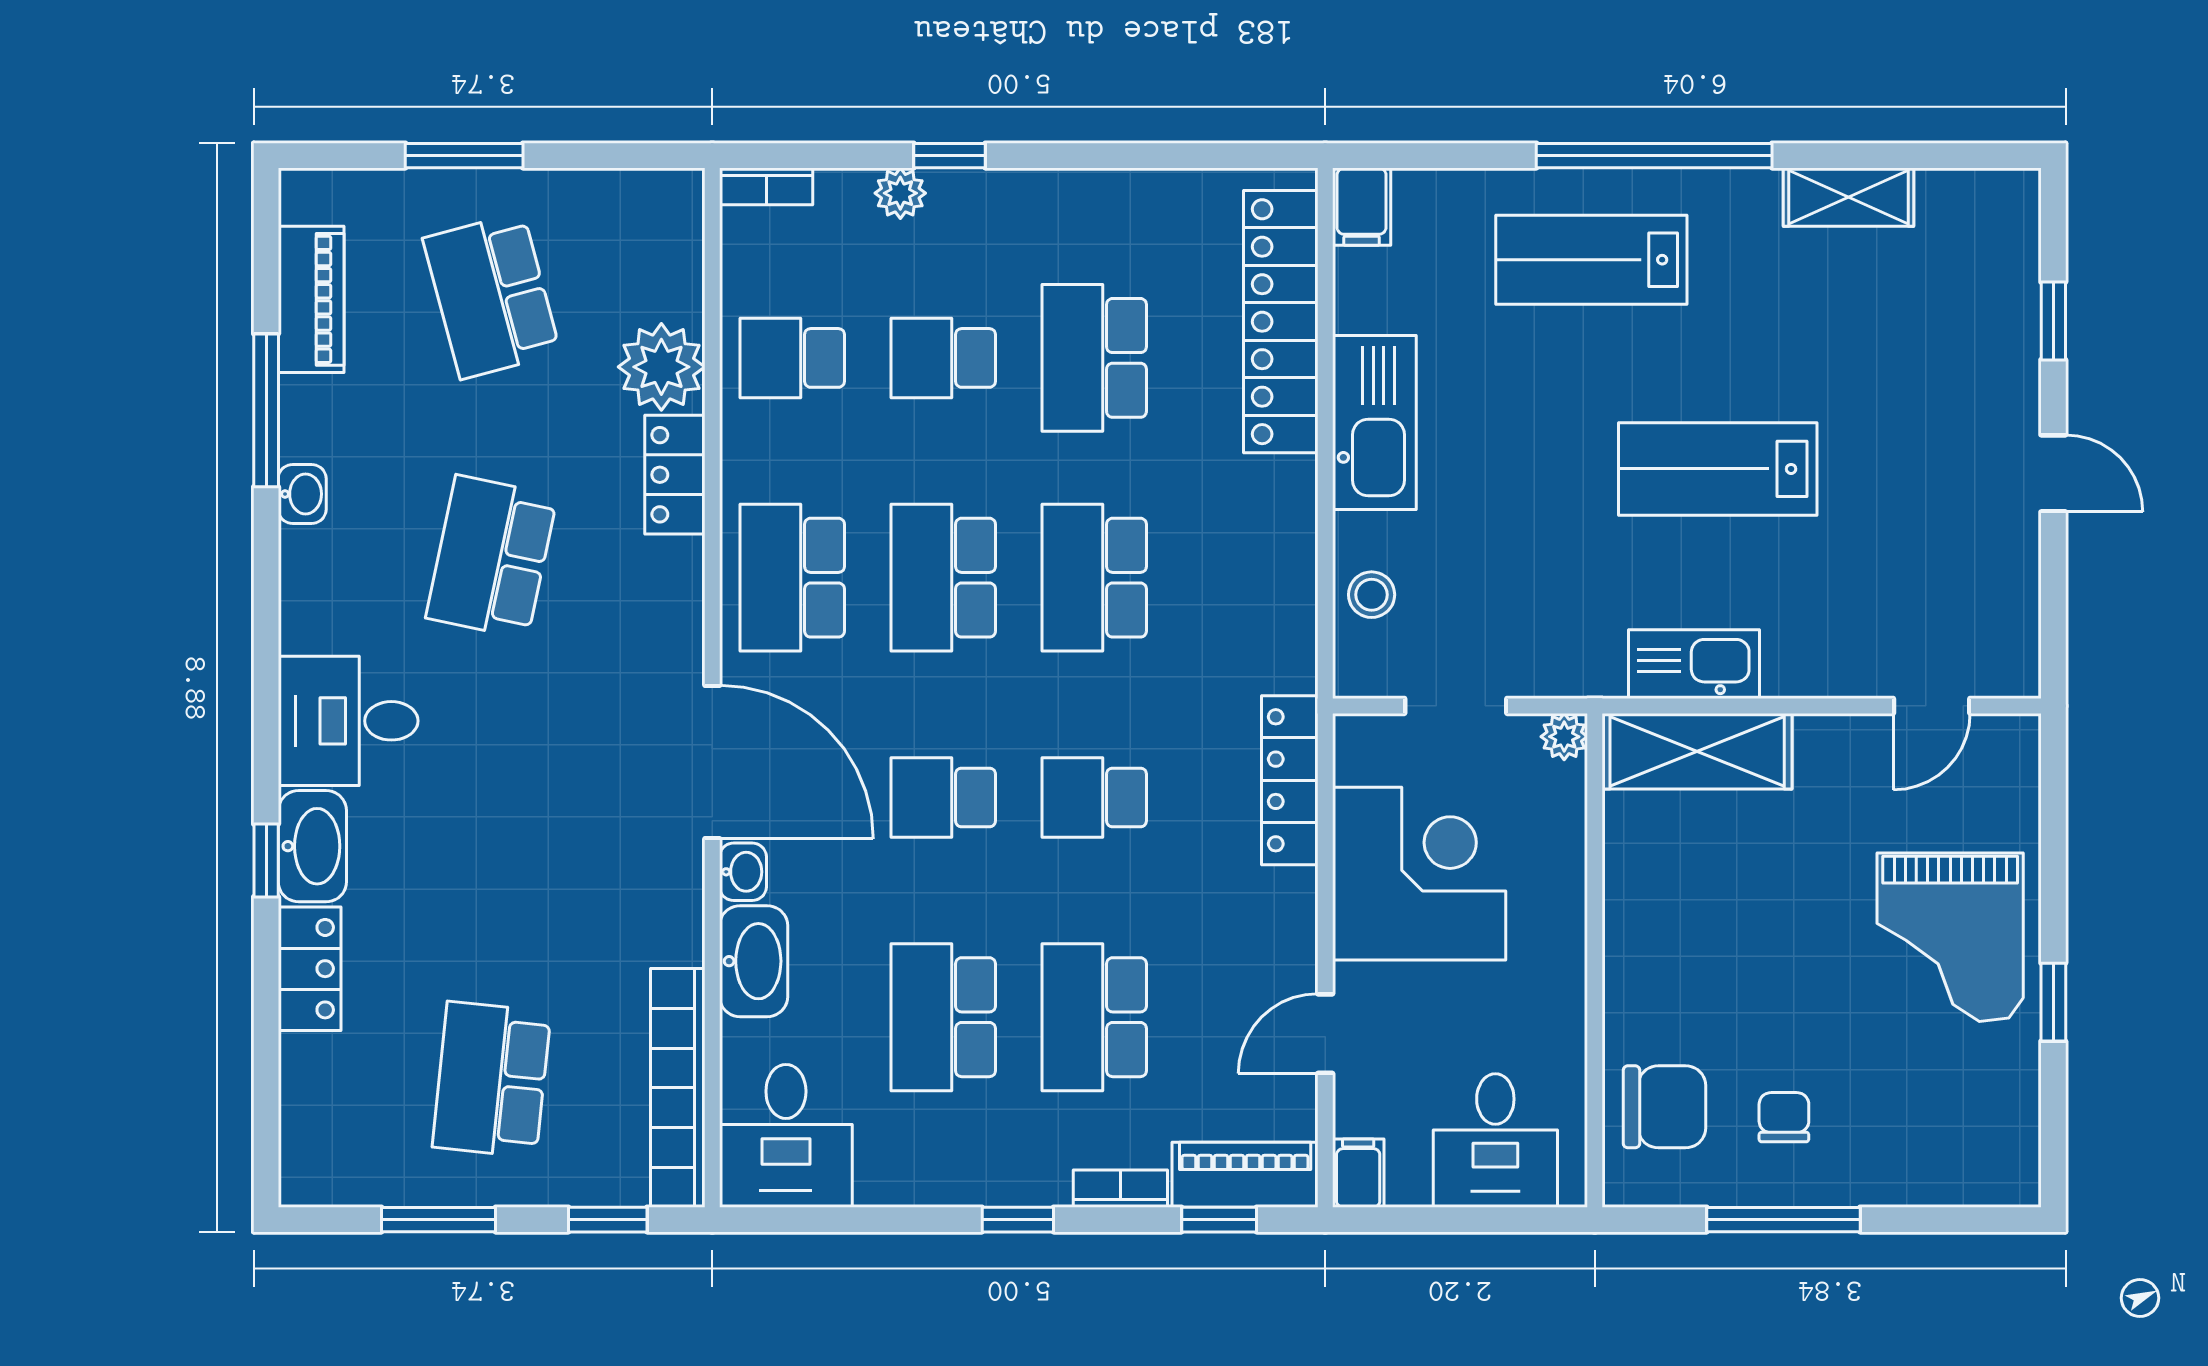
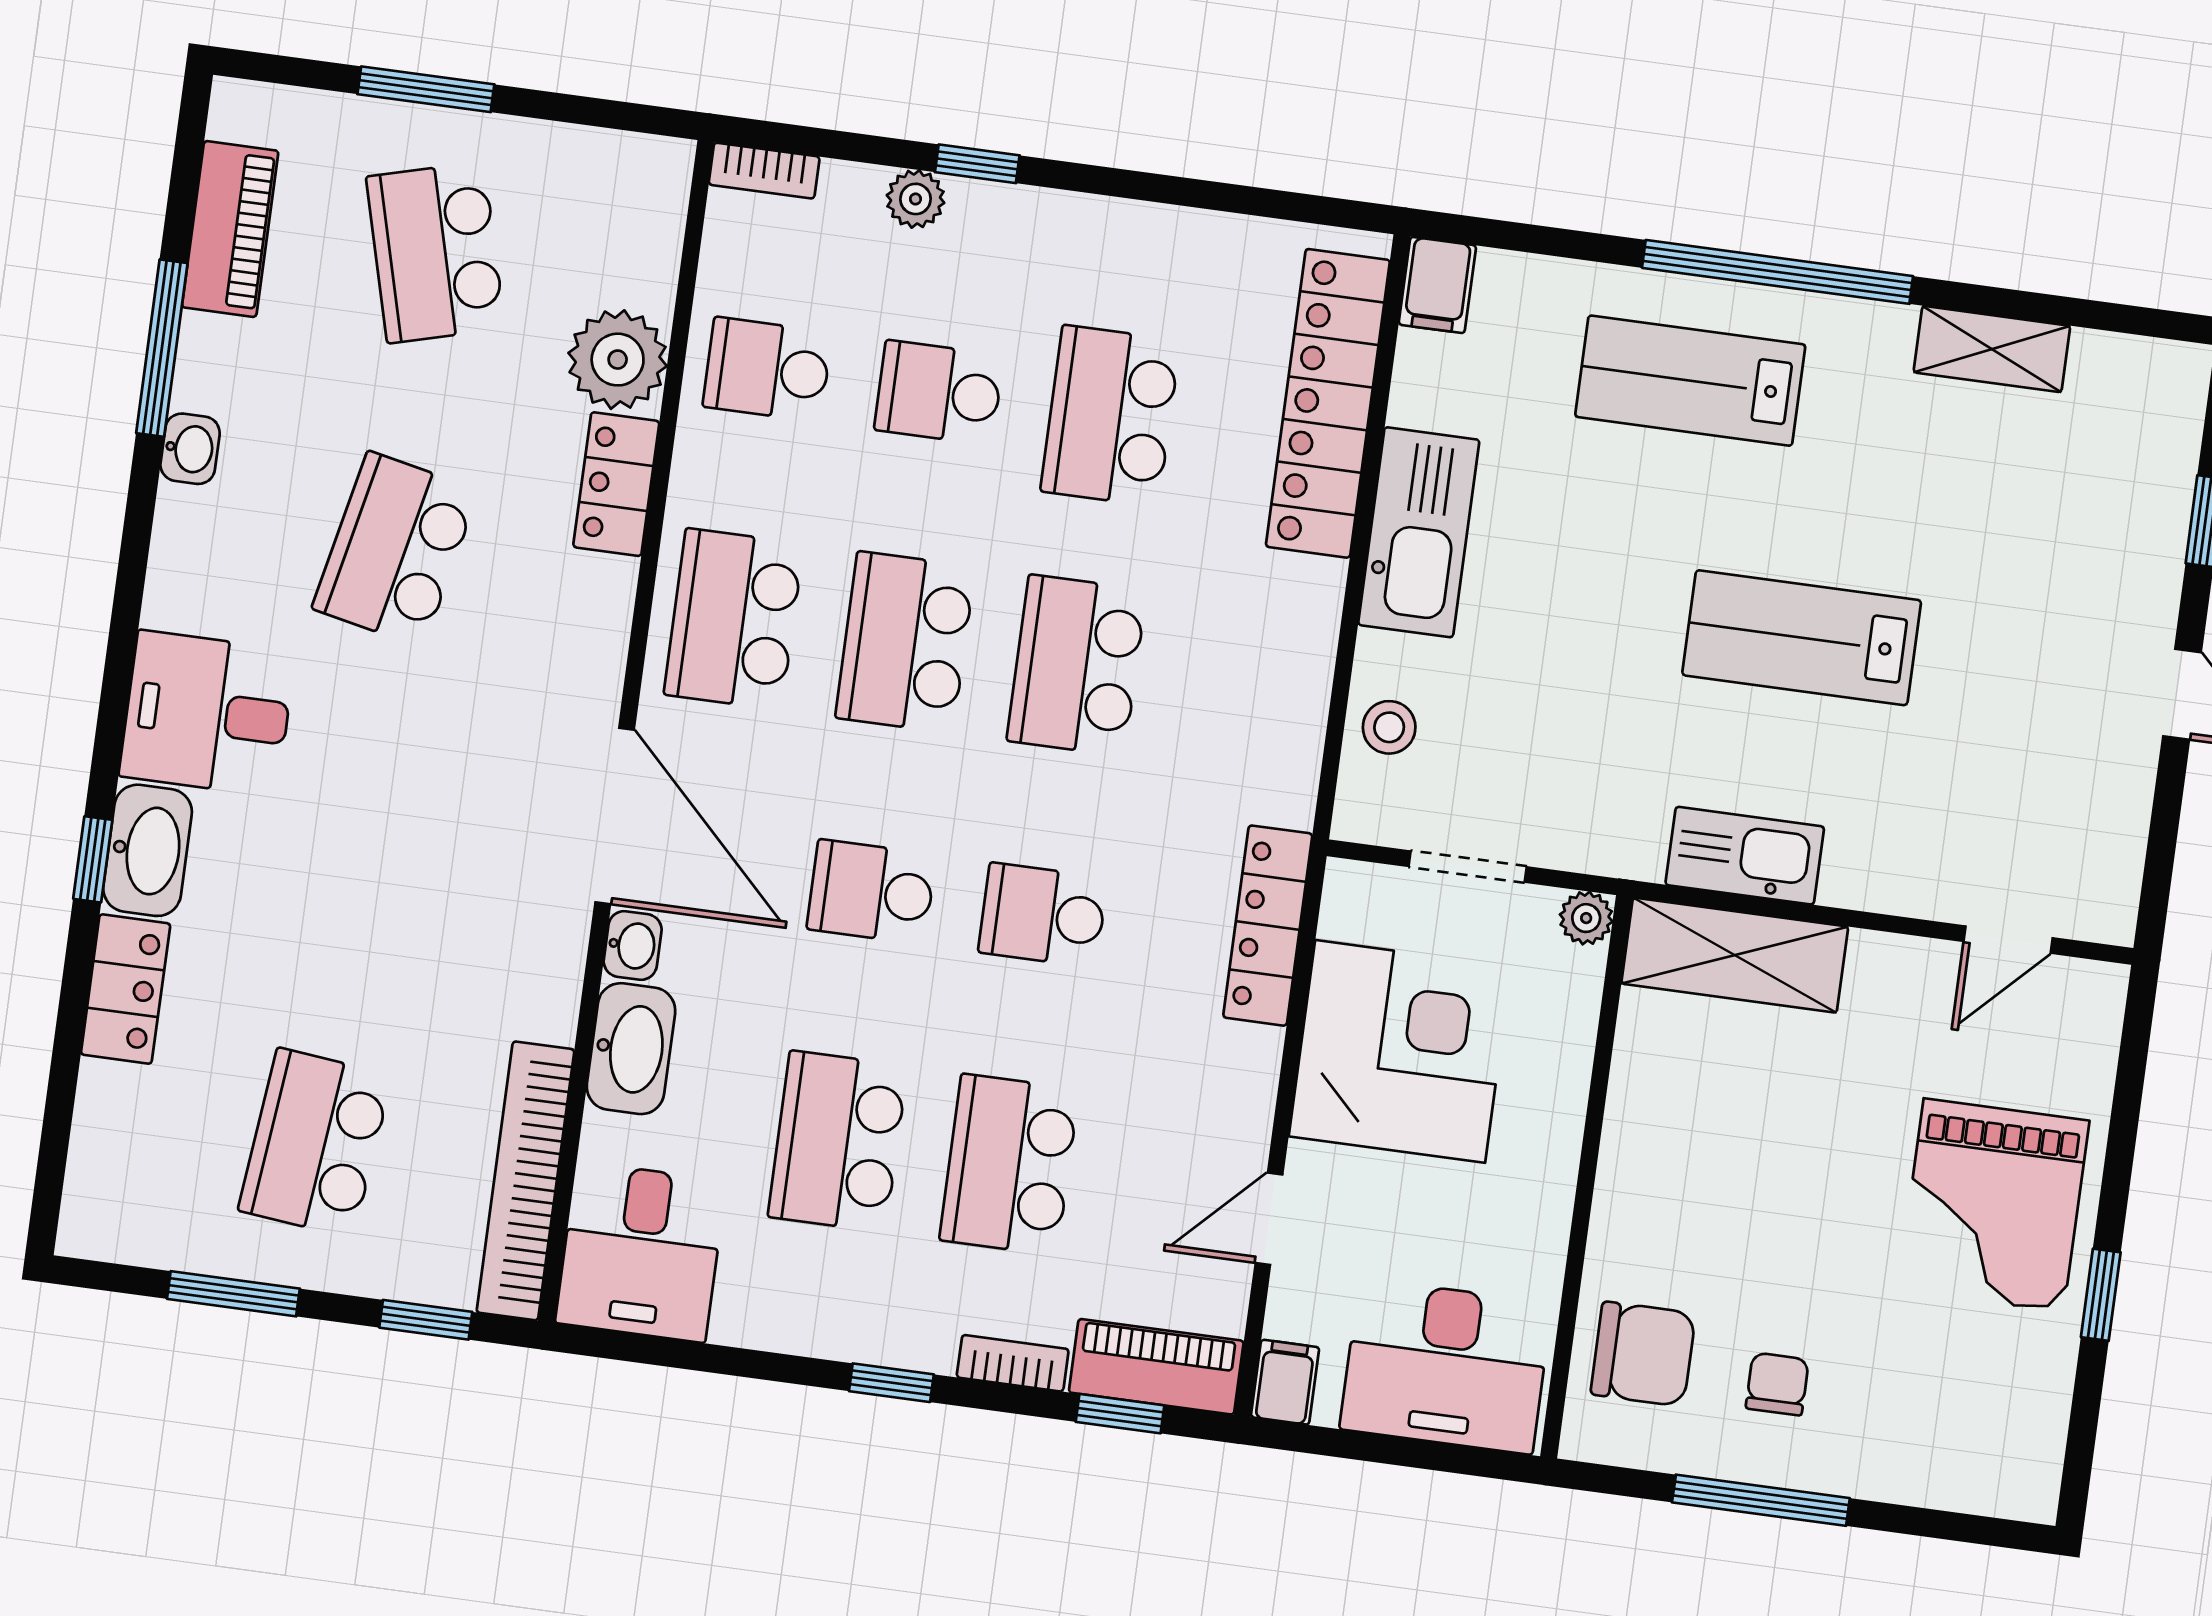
desk: (1495, 1140) -> (1446, 1366), width x1.37

